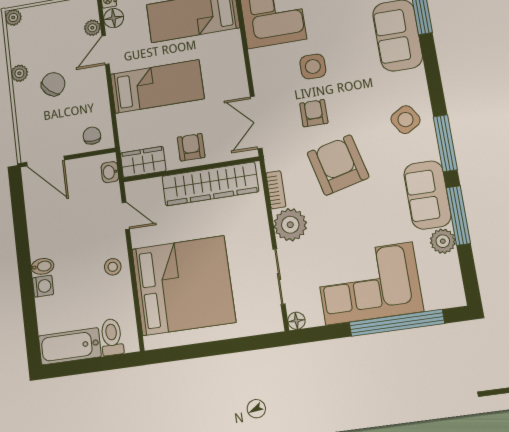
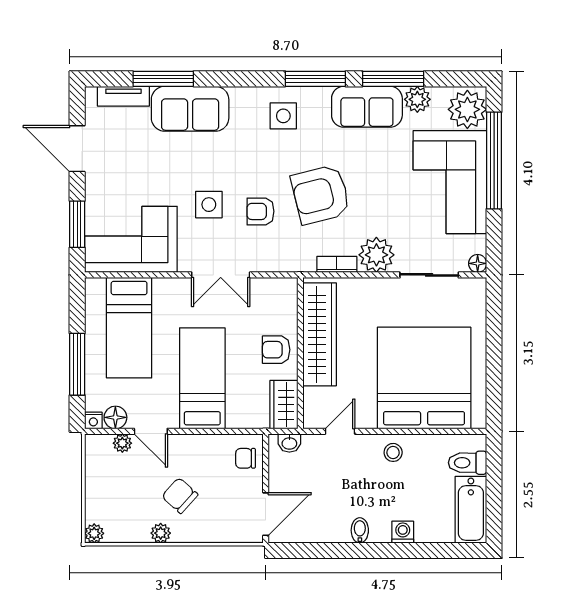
side table: (405, 120) -> (283, 116), turned 31
double door: (256, 122) -> (221, 275), moved
bidet: (43, 266) -> (360, 530), moved
plant: (441, 290) -> (467, 109), added

